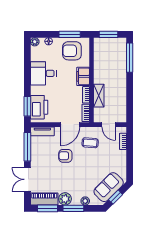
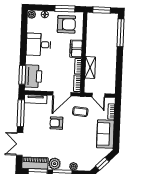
armchair: (72, 51) -> (66, 24), turned 180
sofa: (109, 187) -> (105, 134), moved, turned -45

